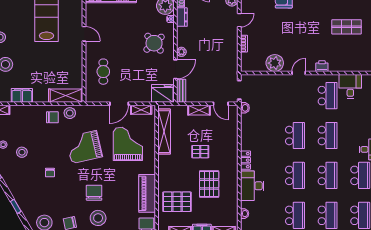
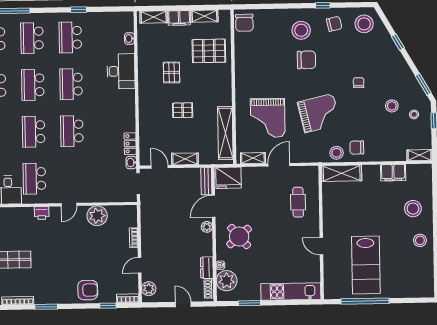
locker: (245, 160) -> (130, 144), moved
pallet: (209, 184) -> (172, 72), width x0.67, depth x0.71
chair: (94, 193) -> (306, 60), turned -90
piano: (147, 193) -> (244, 60), removed

